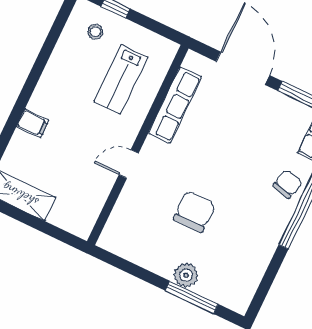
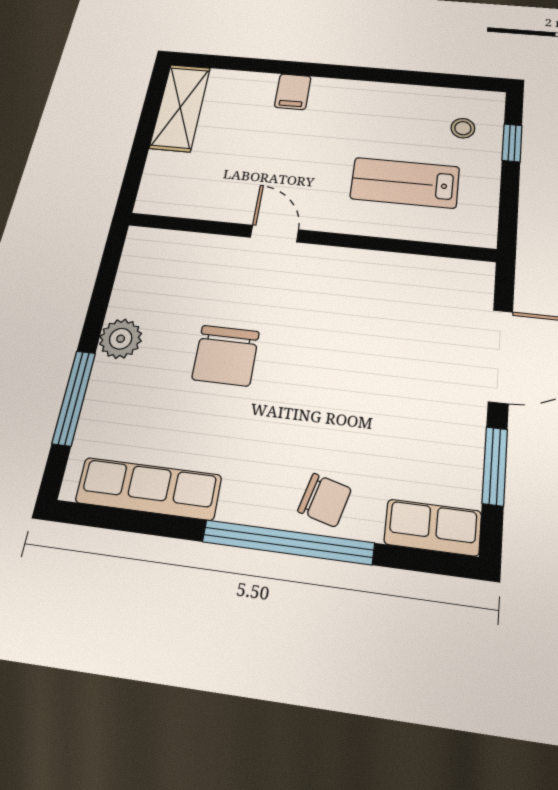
row of seats: (175, 105) -> (148, 489), moved, turned 180
chair: (194, 212) -> (226, 355), turned 90
plant: (186, 275) -> (121, 339), moved

